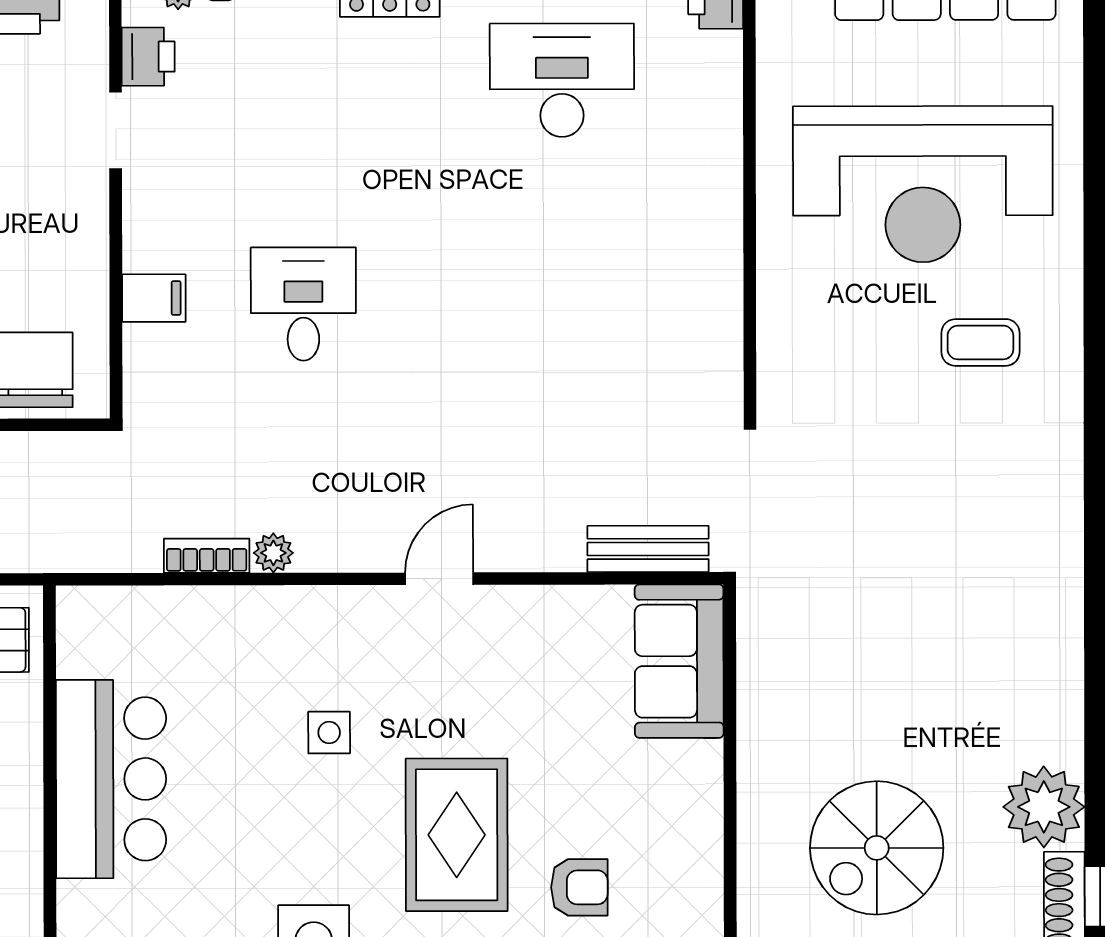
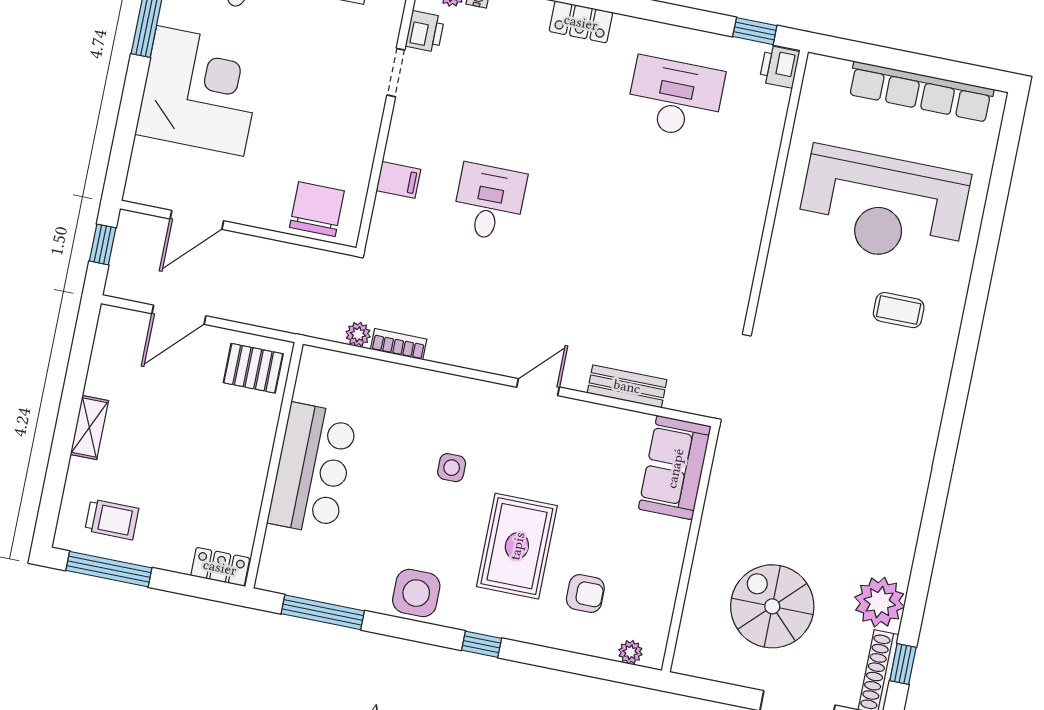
bench: (648, 549) -> (627, 386), moved
plant: (273, 553) -> (358, 334), moved
spiral stairs: (877, 848) -> (772, 606), turned 90

